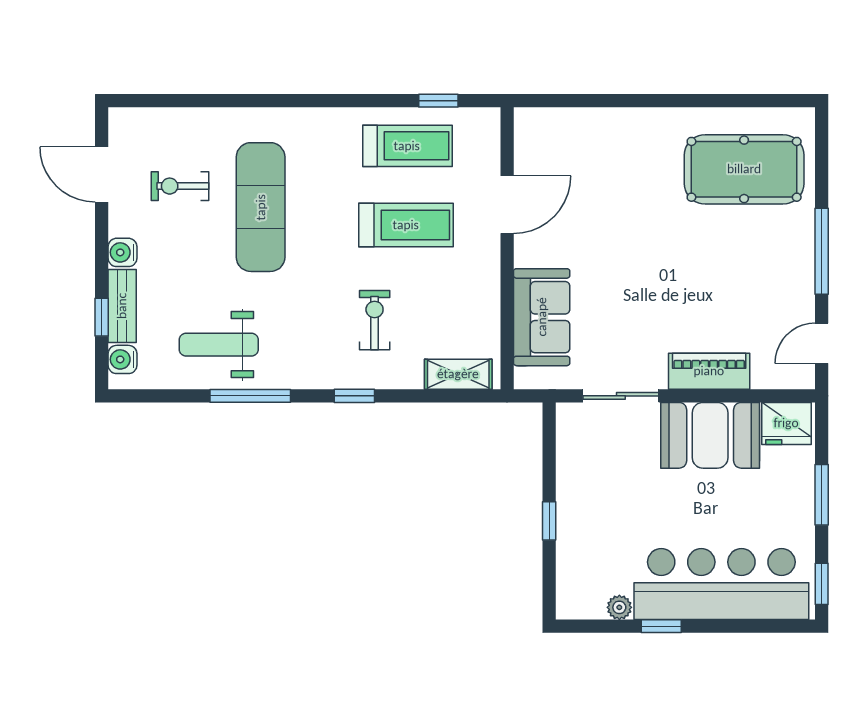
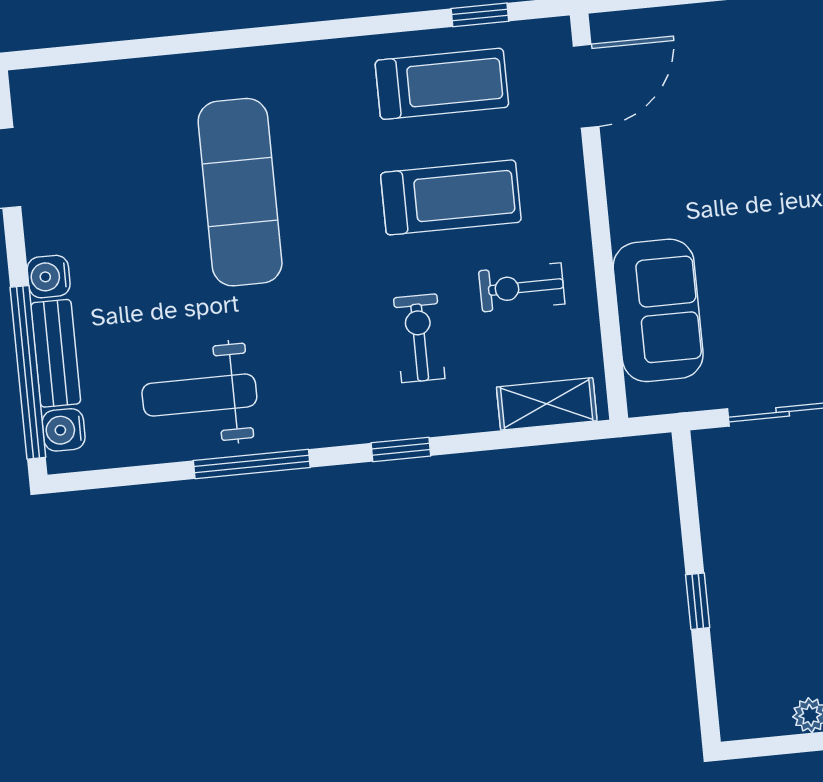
exercise bike: (180, 186) -> (522, 287), moved
door: (507, 205) -> (586, 86), moved
window: (102, 317) -> (28, 372), width x3.17

